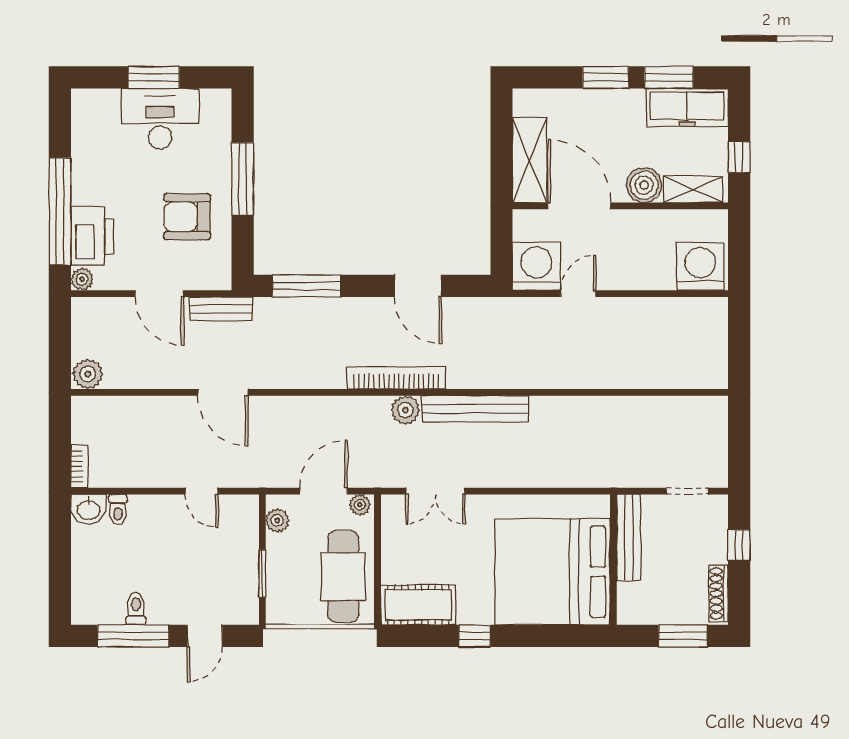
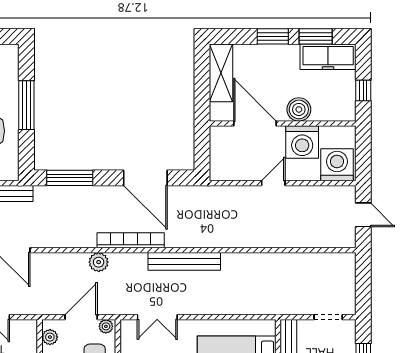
shelving: (530, 160) -> (221, 73), moved
shelving: (693, 189) -> (332, 112), removed
washing machine: (537, 266) -> (302, 142), moved, turned 180
door: (418, 286) -> (145, 178), width x1.36
door: (578, 294) -> (273, 183), moved
door: (739, 340) -> (363, 215), added
plant: (405, 410) -> (99, 262), moved

